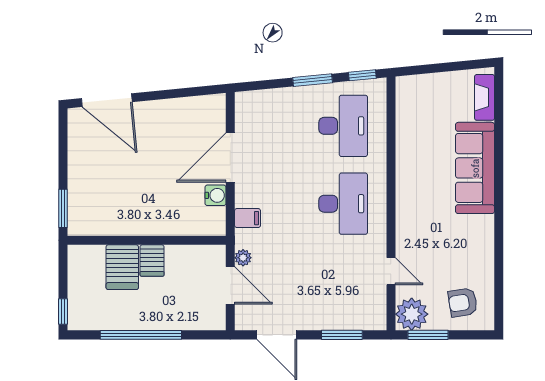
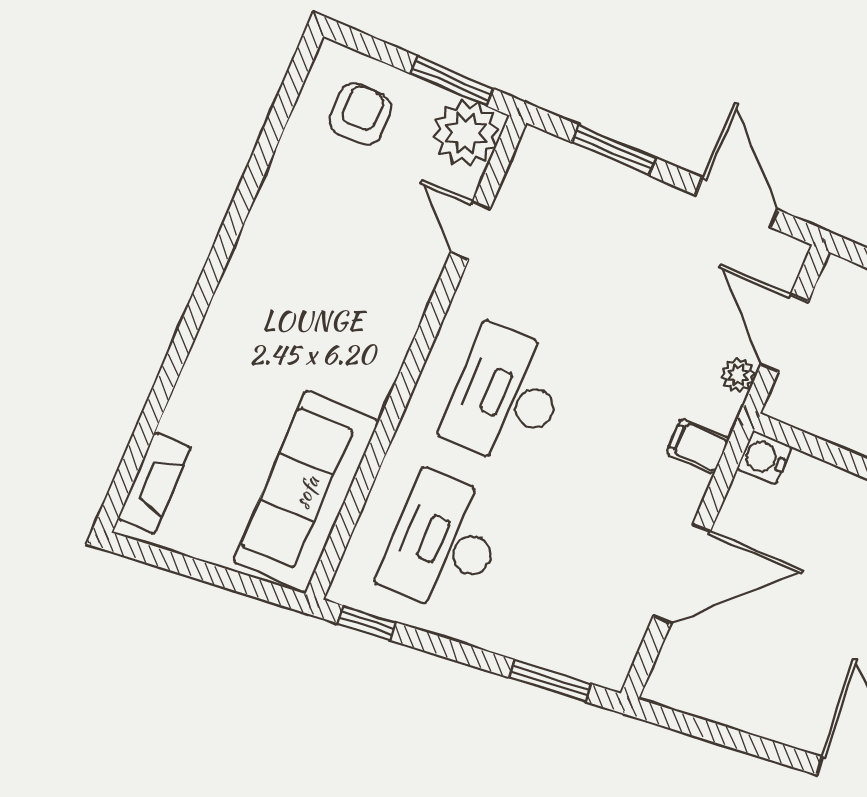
window: (313, 80) -> (550, 681), moved
sofa: (475, 168) -> (306, 492), moved, turned 180
water cooler: (215, 195) -> (764, 458), moved
armchair: (463, 302) -> (360, 114), turned -81

